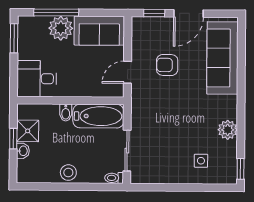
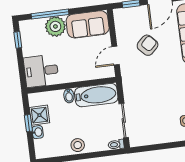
window: (14, 38) -> (18, 40), width x0.67
armchair: (167, 65) -> (148, 45), turned 136

